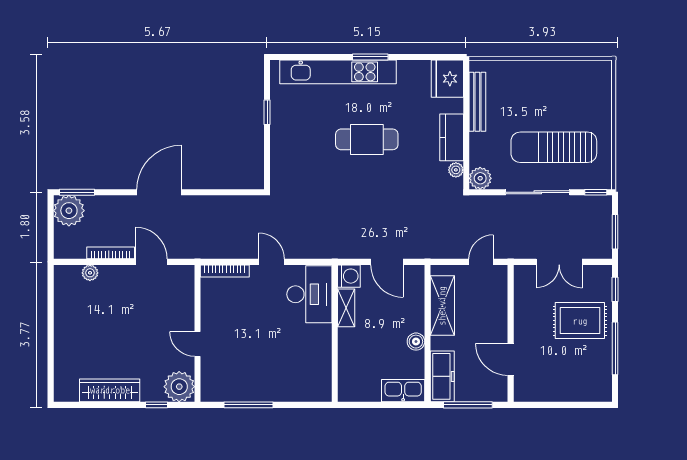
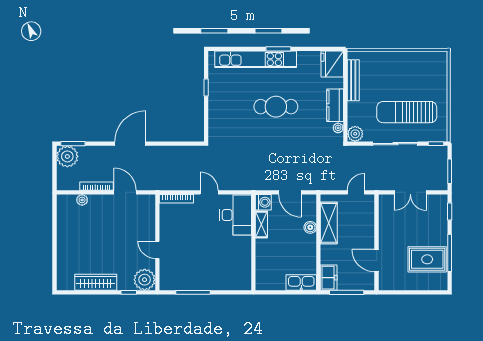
rug: (580, 321) -> (427, 259), moved
boiler: (416, 342) -> (310, 227), moved
freezer: (442, 376) -> (329, 278), width x0.71

